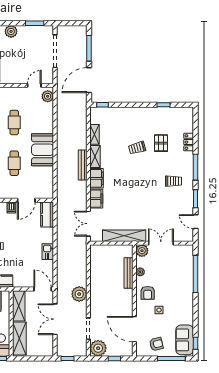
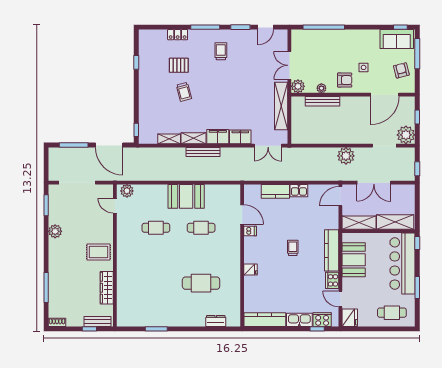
kitchen counter: (47, 214) -> (275, 191), moved

